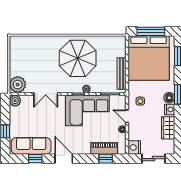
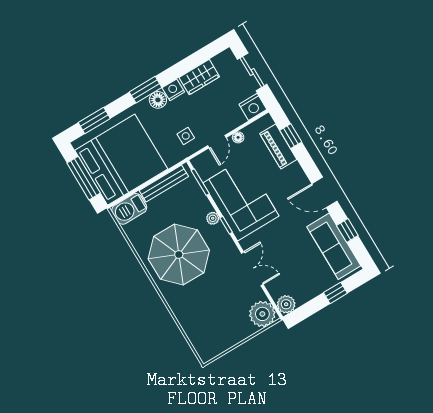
barbecue: (119, 46) -> (129, 209), added
door: (64, 159) -> (324, 192), hinge flipped

